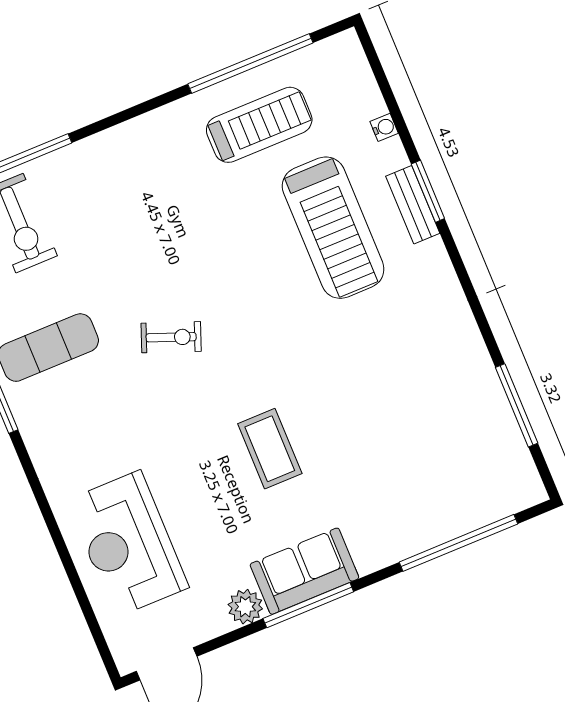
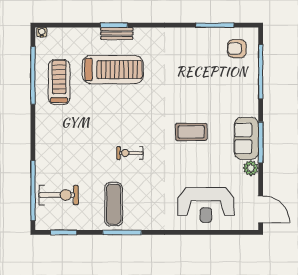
water cooler: (384, 127) -> (42, 32), moved
exercise bike: (171, 337) -> (130, 153), turned -111
armchair: (486, 472) -> (237, 49), added

